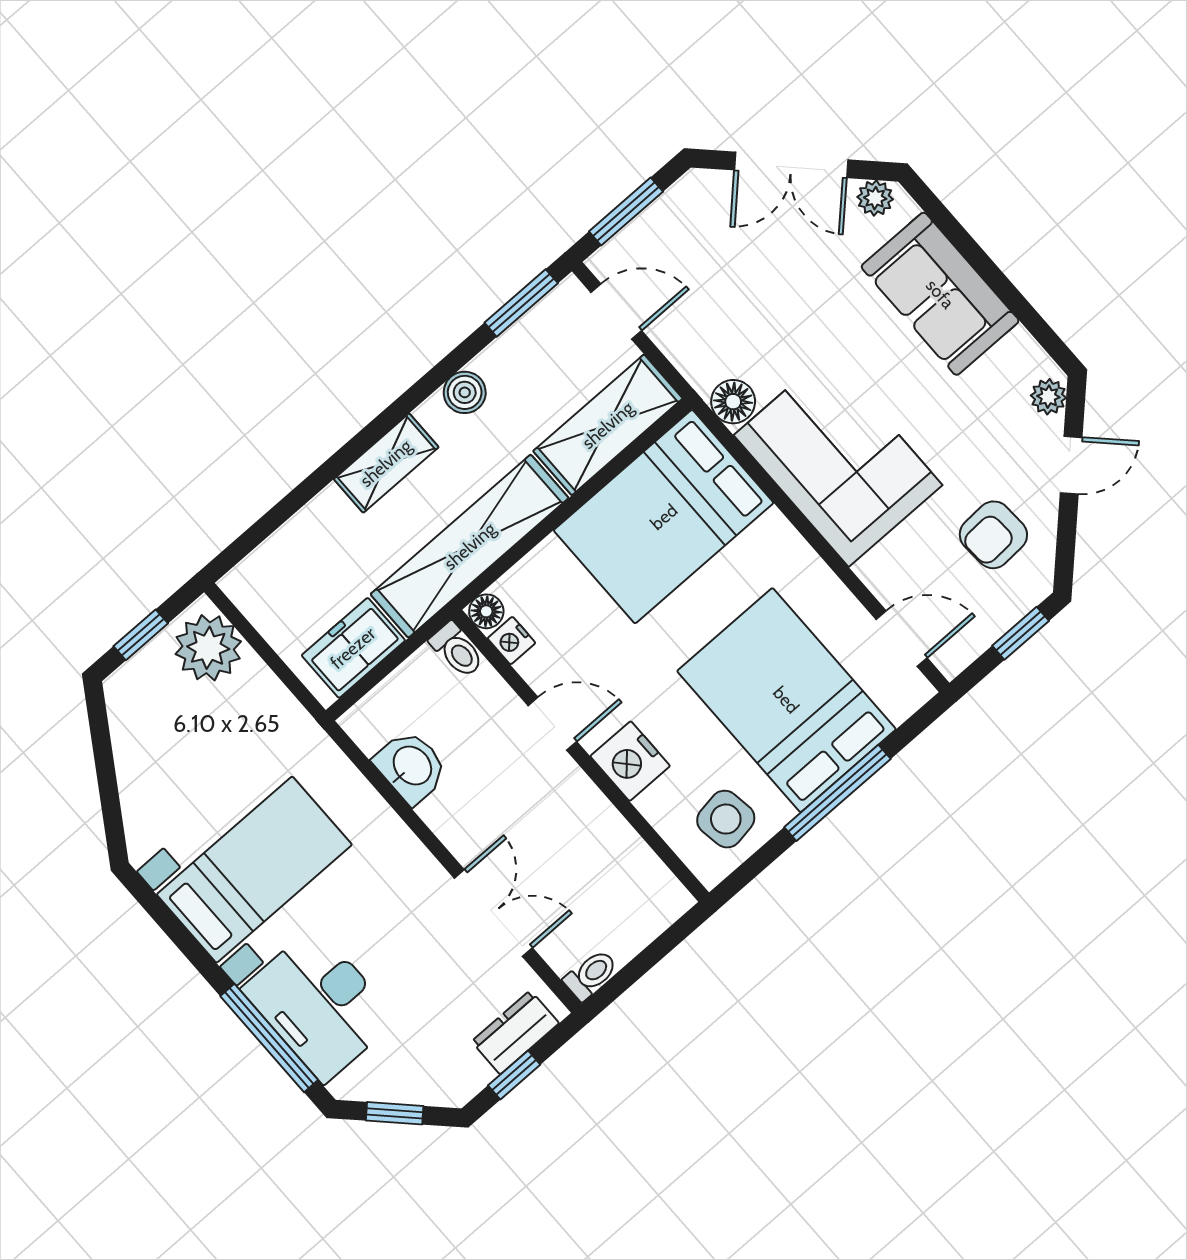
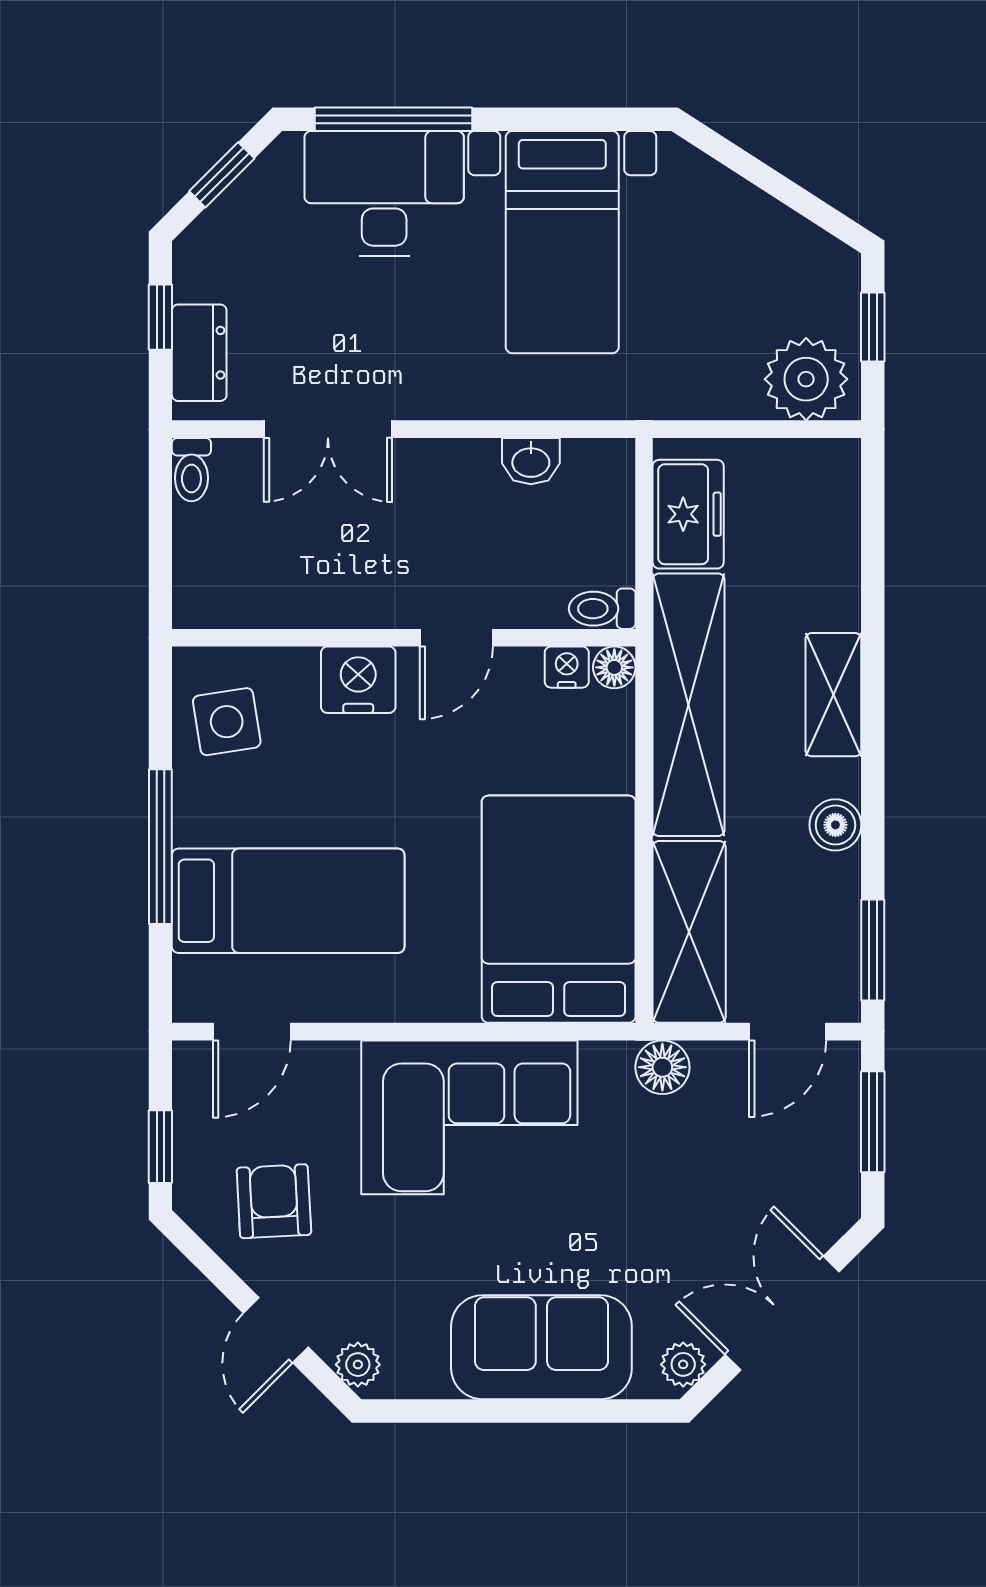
floor lamp: (733, 402) -> (662, 1067), moved
bed: (786, 700) -> (288, 901), width x0.67
washbasin: (411, 767) -> (531, 461), width x0.72, depth x0.69

